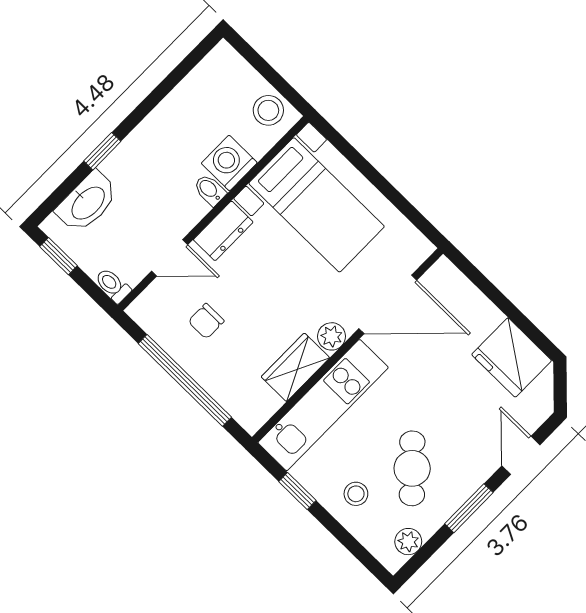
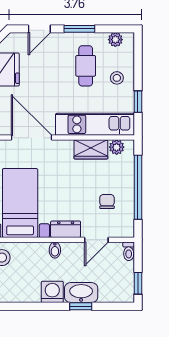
washing machine: (229, 163) -> (52, 292), moved, turned 180
washbasin: (87, 202) -> (81, 293), moved
door: (170, 258) -> (96, 240), swing flipped
chair: (206, 321) -> (107, 202), turned -90
plant: (332, 336) -> (117, 147), moved
cafe table: (412, 468) -> (86, 66), turned -46

